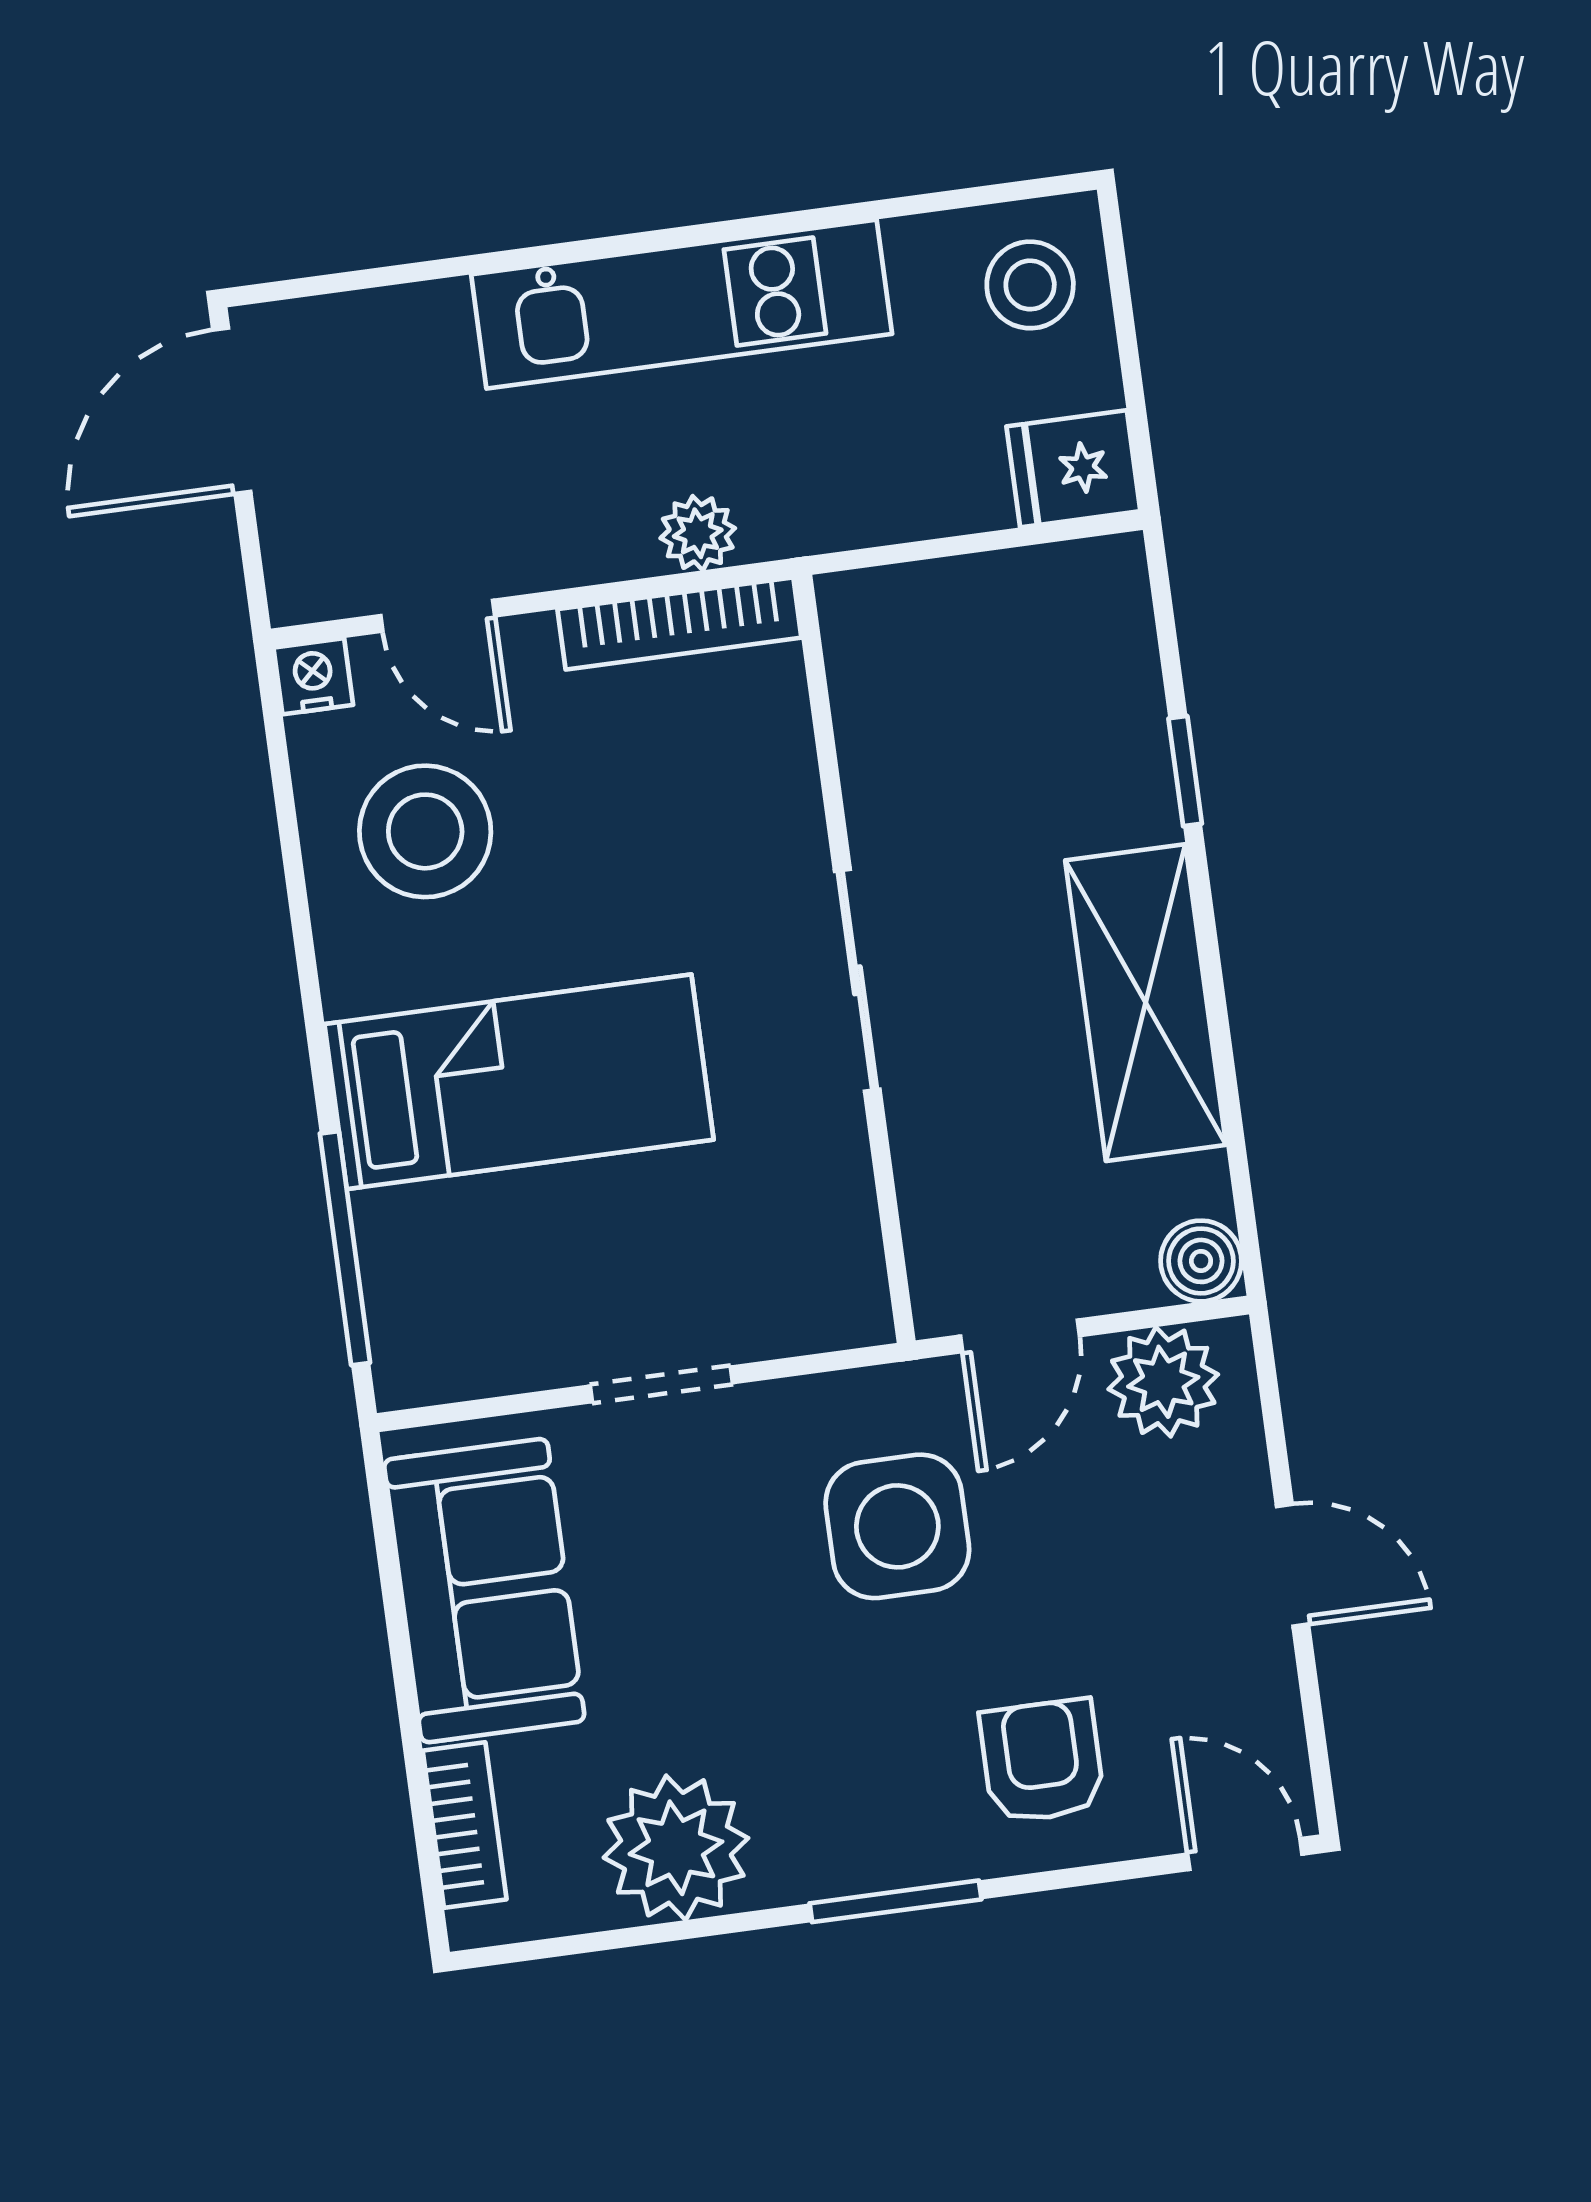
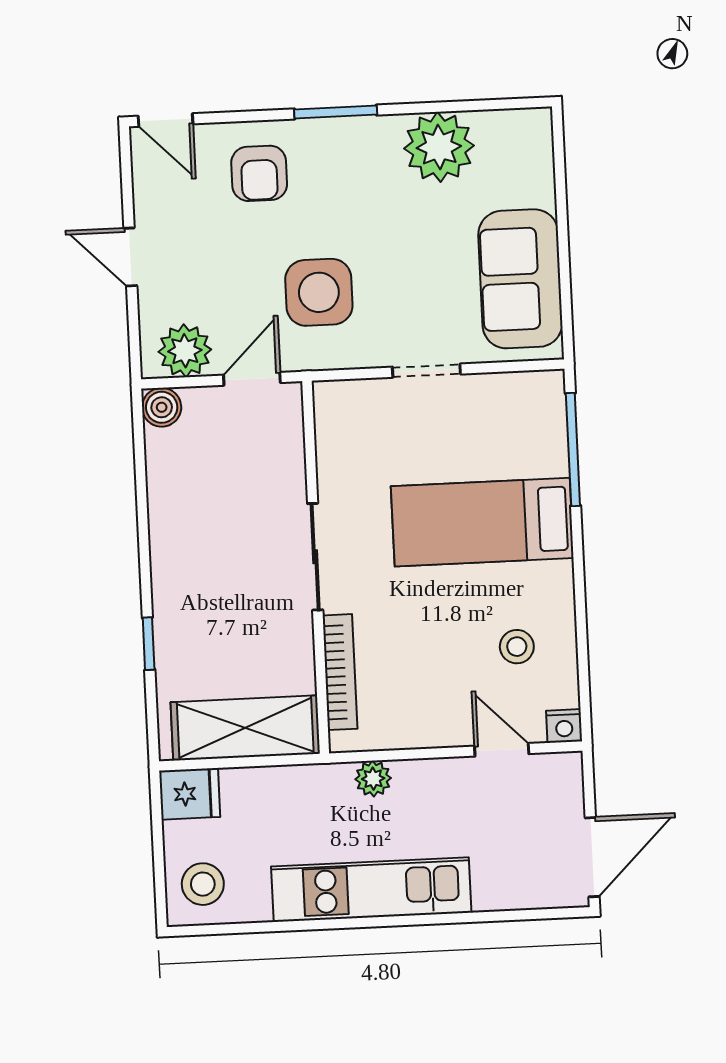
bookcase: (679, 623) -> (340, 672), moved, turned 90
stool: (425, 831) -> (517, 647), width x0.53, depth x0.53
shelving: (1146, 1003) -> (245, 728), moved, turned 90
bookcase: (465, 1825) -> (540, 167), removed

